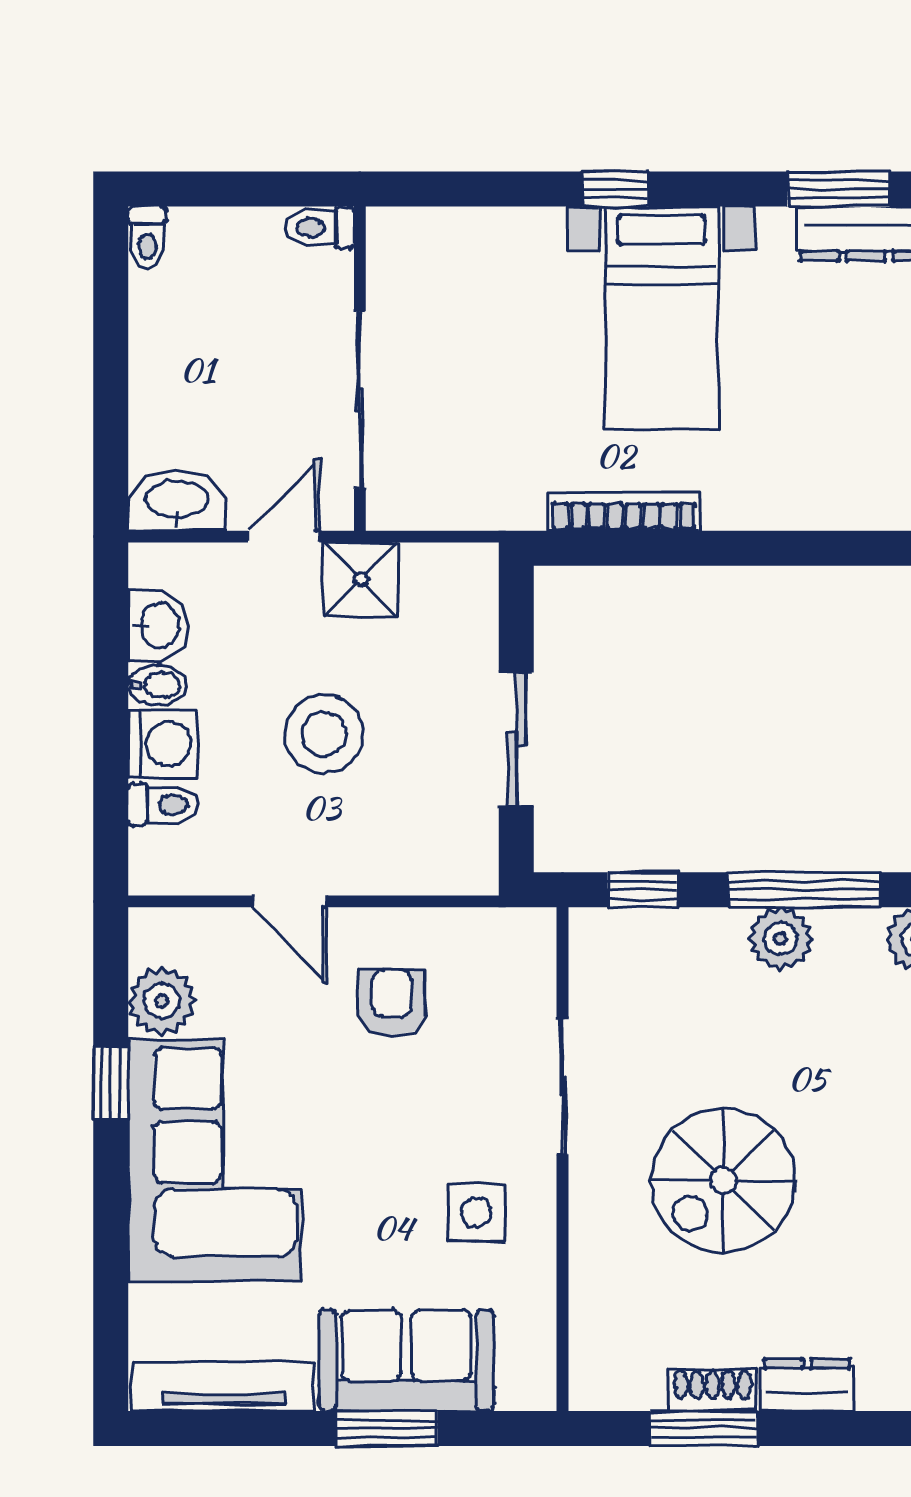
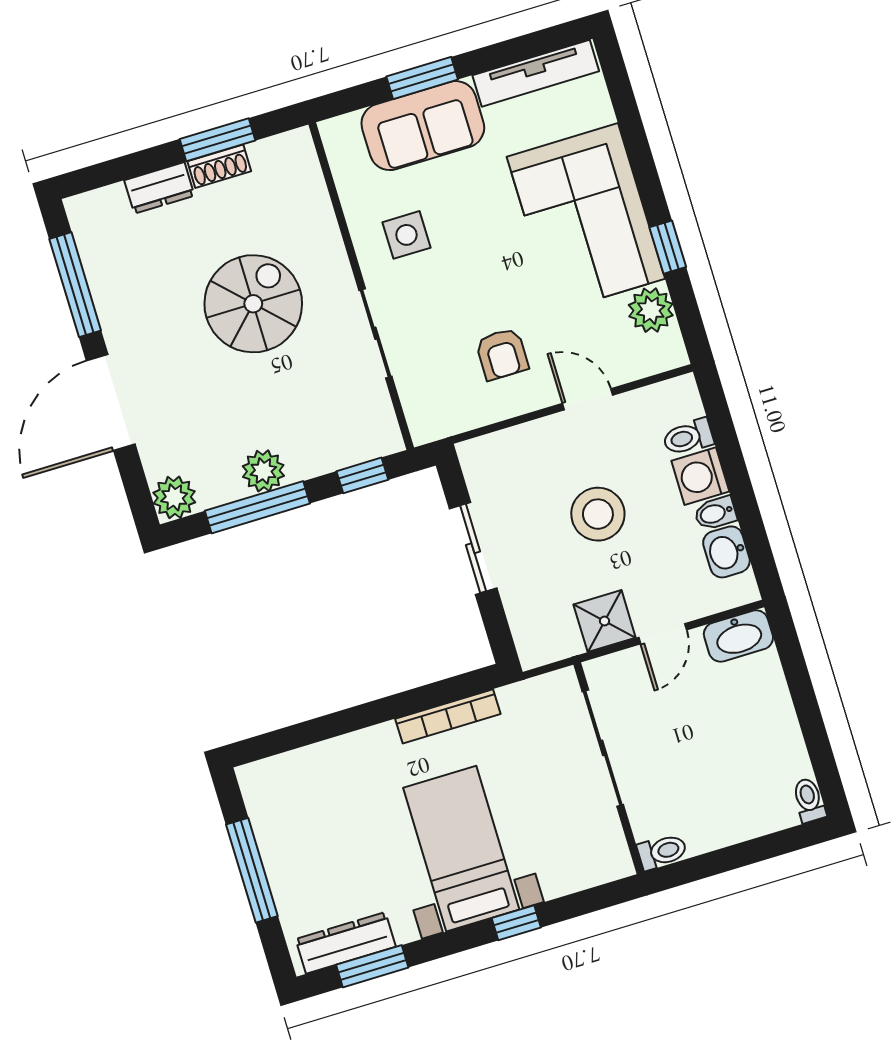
toilet: (320, 228) -> (662, 852), moved
wall: (360, 369) -> (609, 768), moved
sliding door: (360, 400) -> (603, 748), moved

